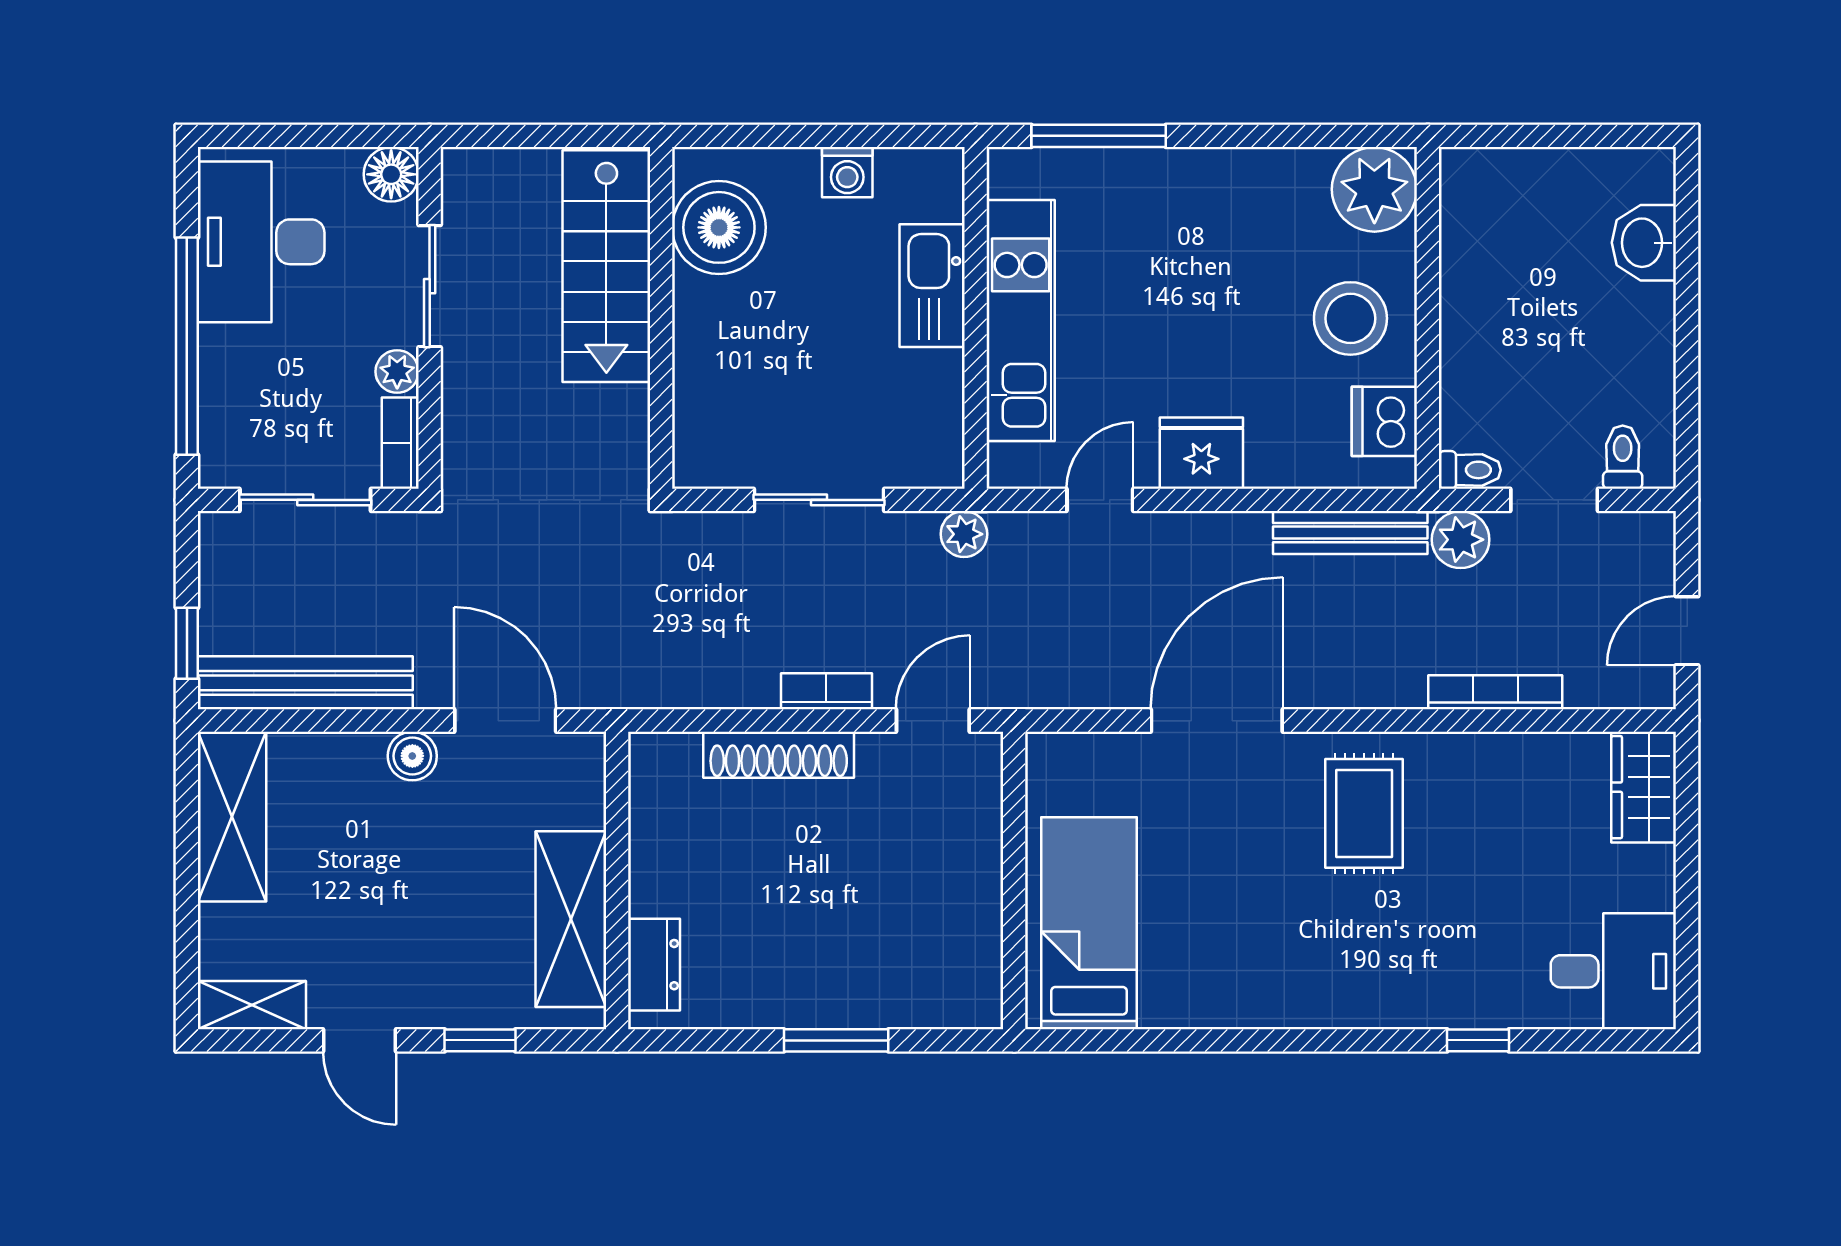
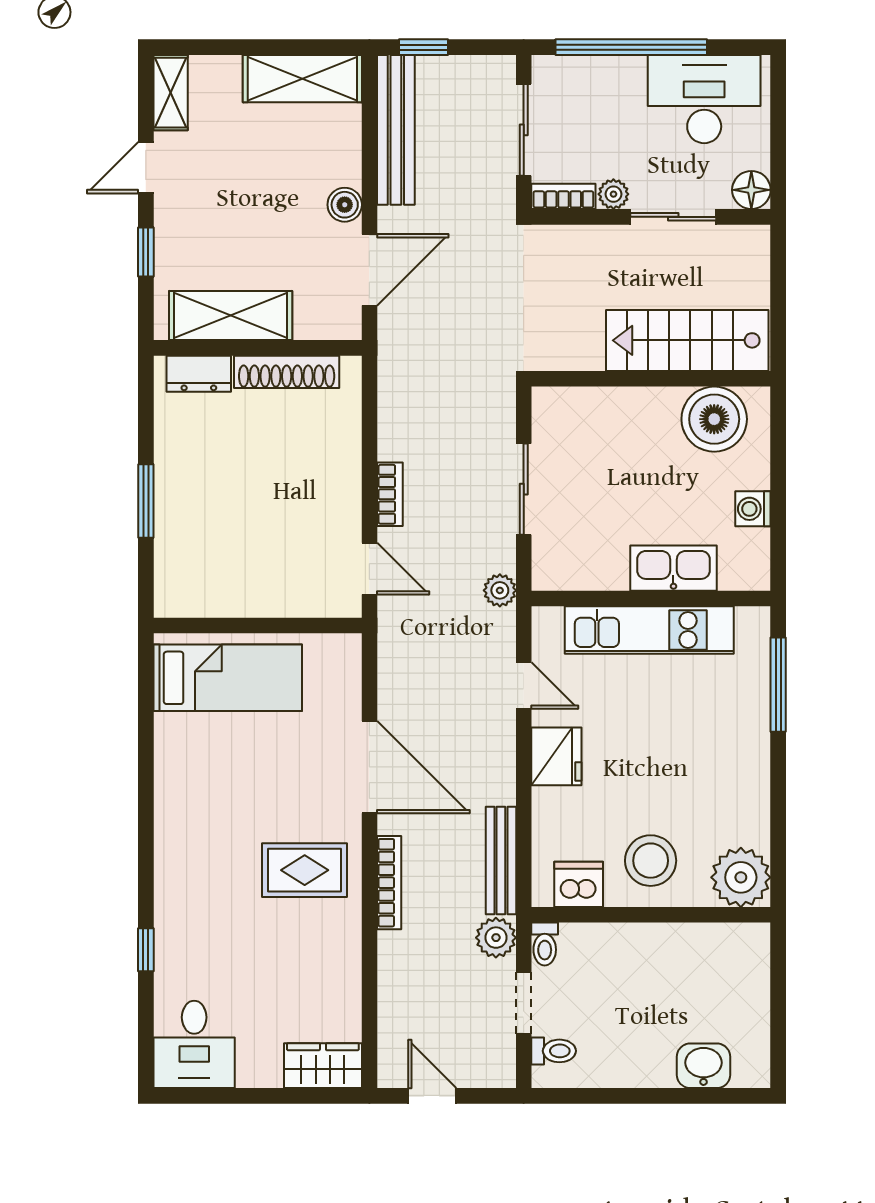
bookcase: (1495, 692) -> (389, 883), moved
shoe rack: (779, 755) -> (287, 372), moved, turned -90

